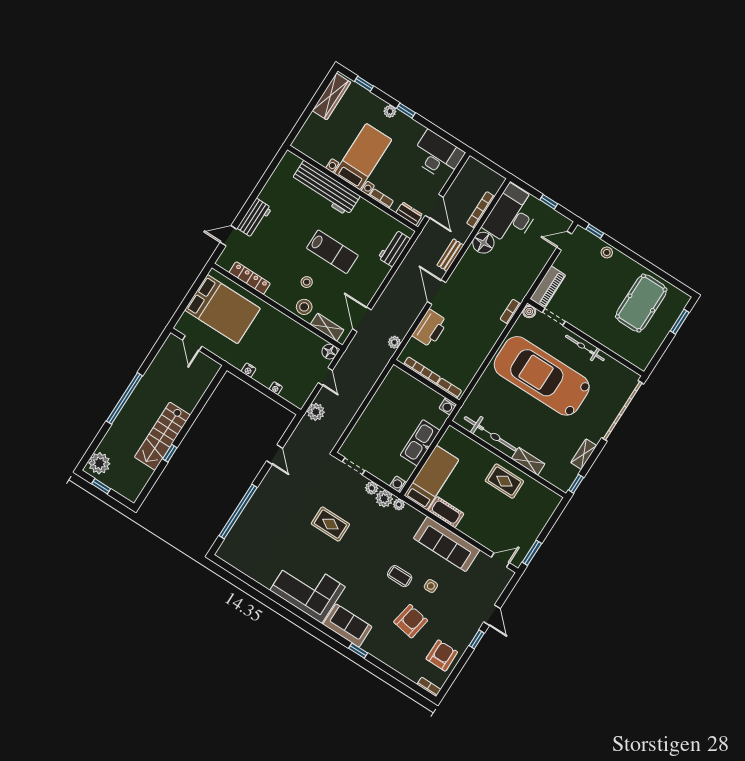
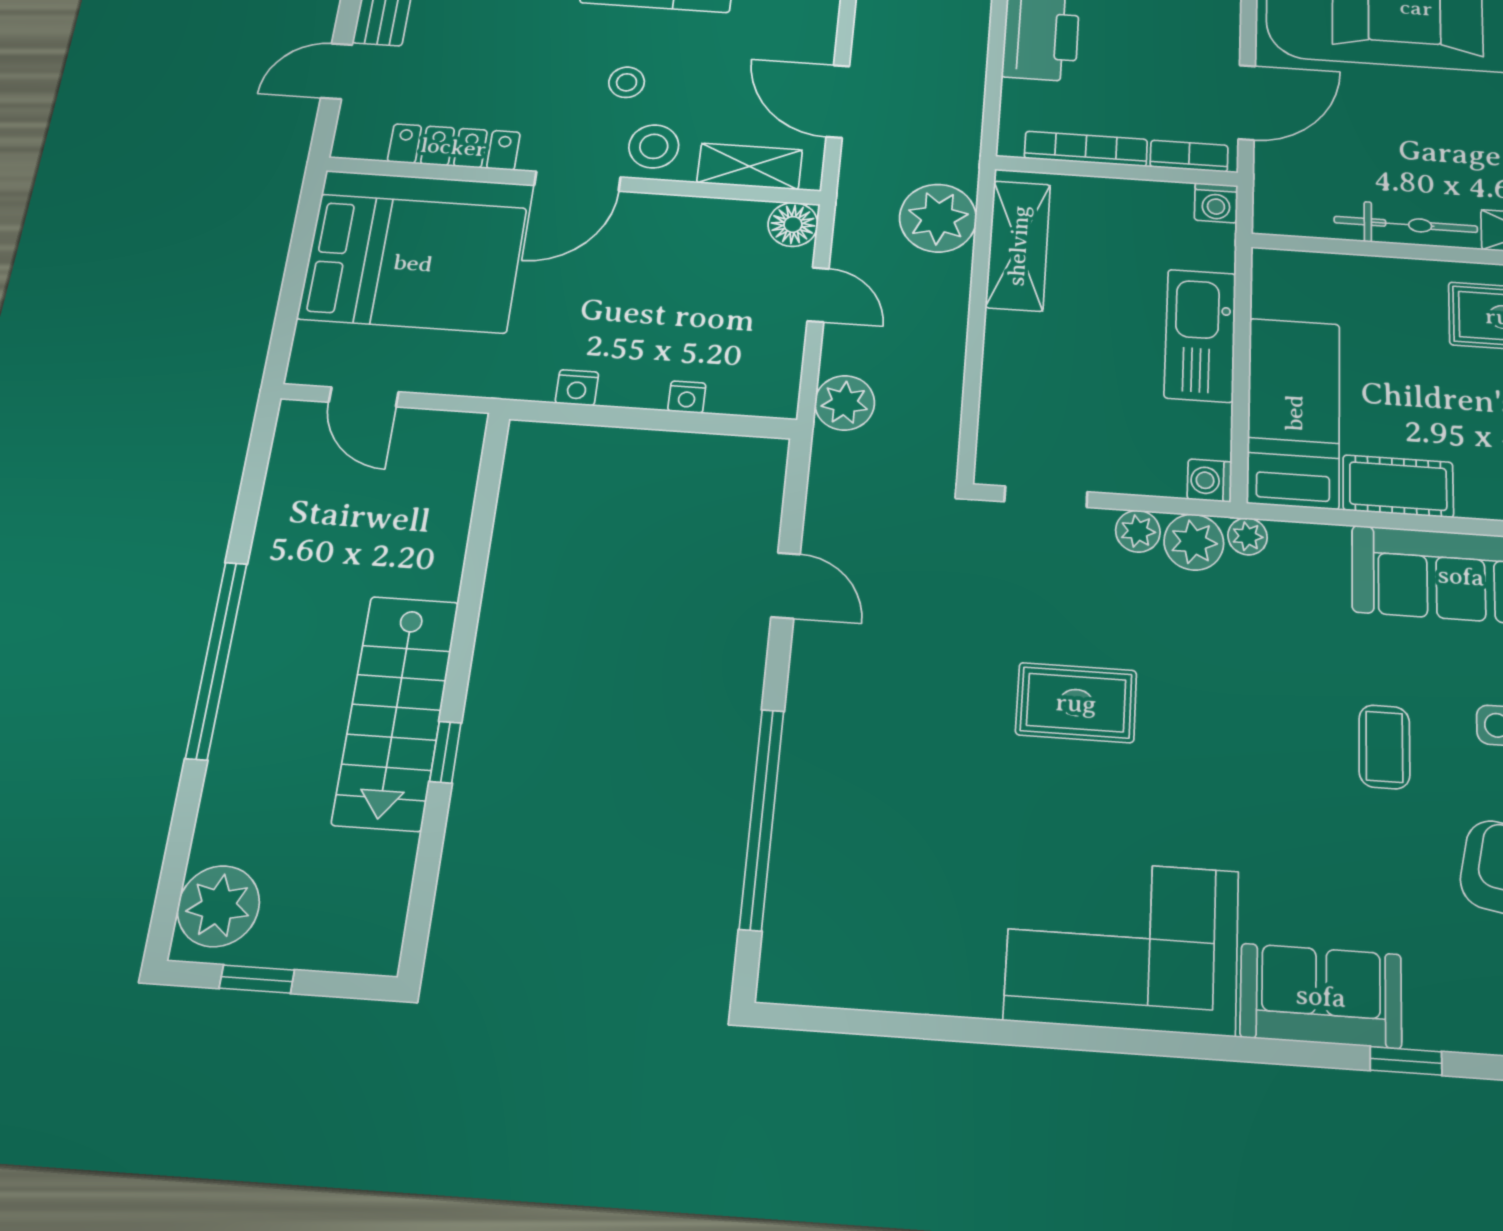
door: (278, 307) -> (577, 181), added
plant: (394, 342) -> (938, 218), moved, width x1.87, depth x1.87
door: (475, 380) -> (1247, 103), added
shelving: (387, 390) -> (1018, 246), added
bicycle: (490, 434) -> (1406, 224), width x0.73, depth x0.71
coffee table: (400, 576) -> (1384, 747), turned 90

